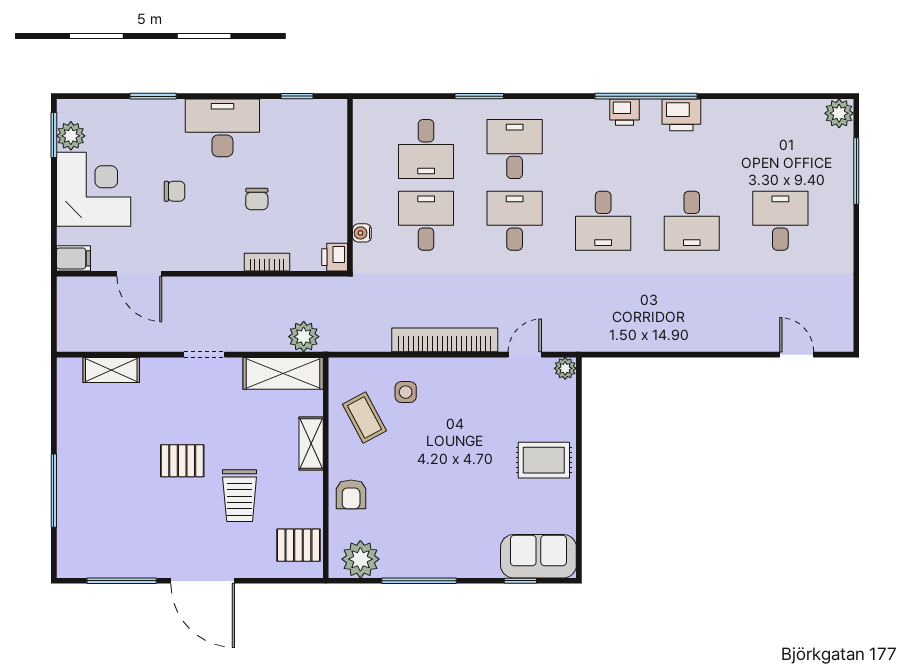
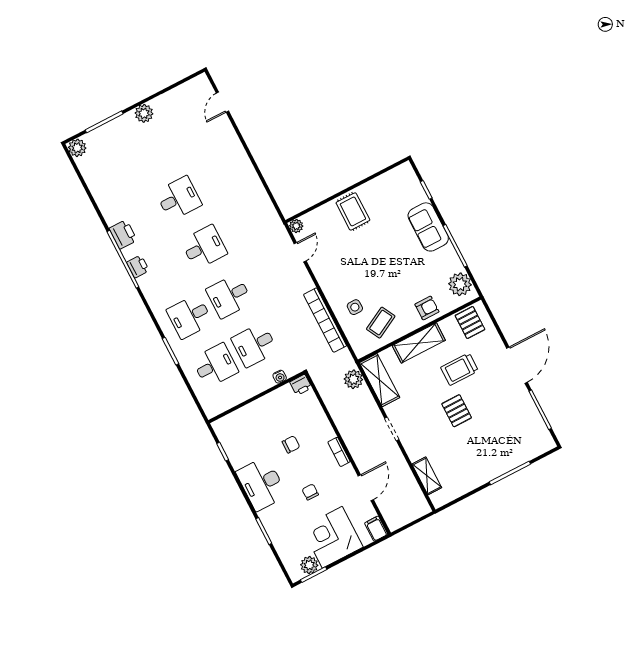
desk: (780, 221) -> (153, 149), removed
plant: (839, 234) -> (144, 113), added
bookcase: (267, 262) -> (339, 452), moved
bookcase: (445, 340) -> (325, 320), moved
door: (525, 355) -> (300, 252), swing flipped
shelving: (311, 444) -> (419, 343), width x1.50, depth x1.33
trolley: (240, 496) -> (460, 369), turned 180
sofa: (538, 556) -> (428, 227), moved

